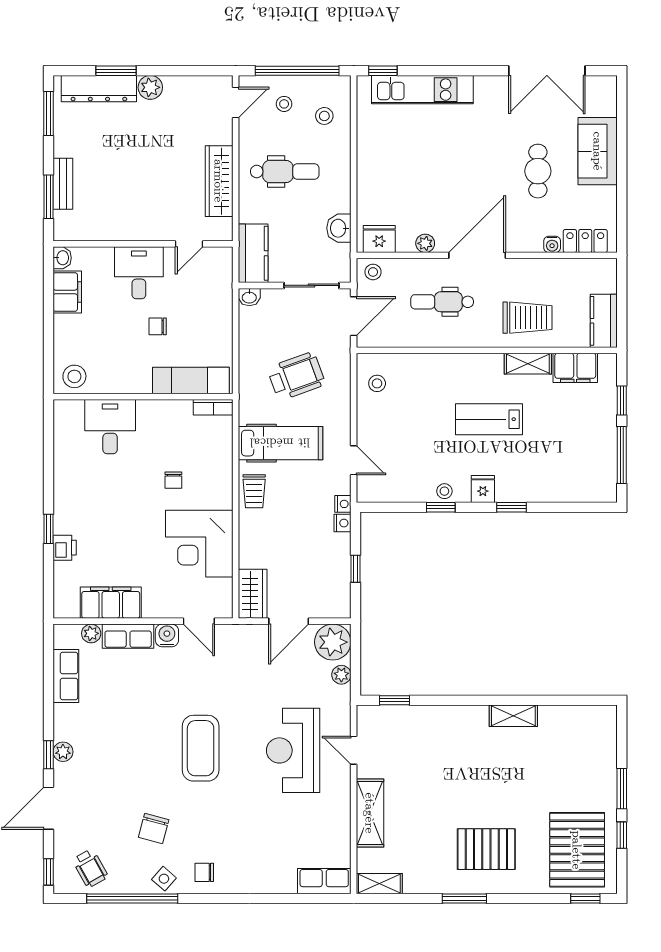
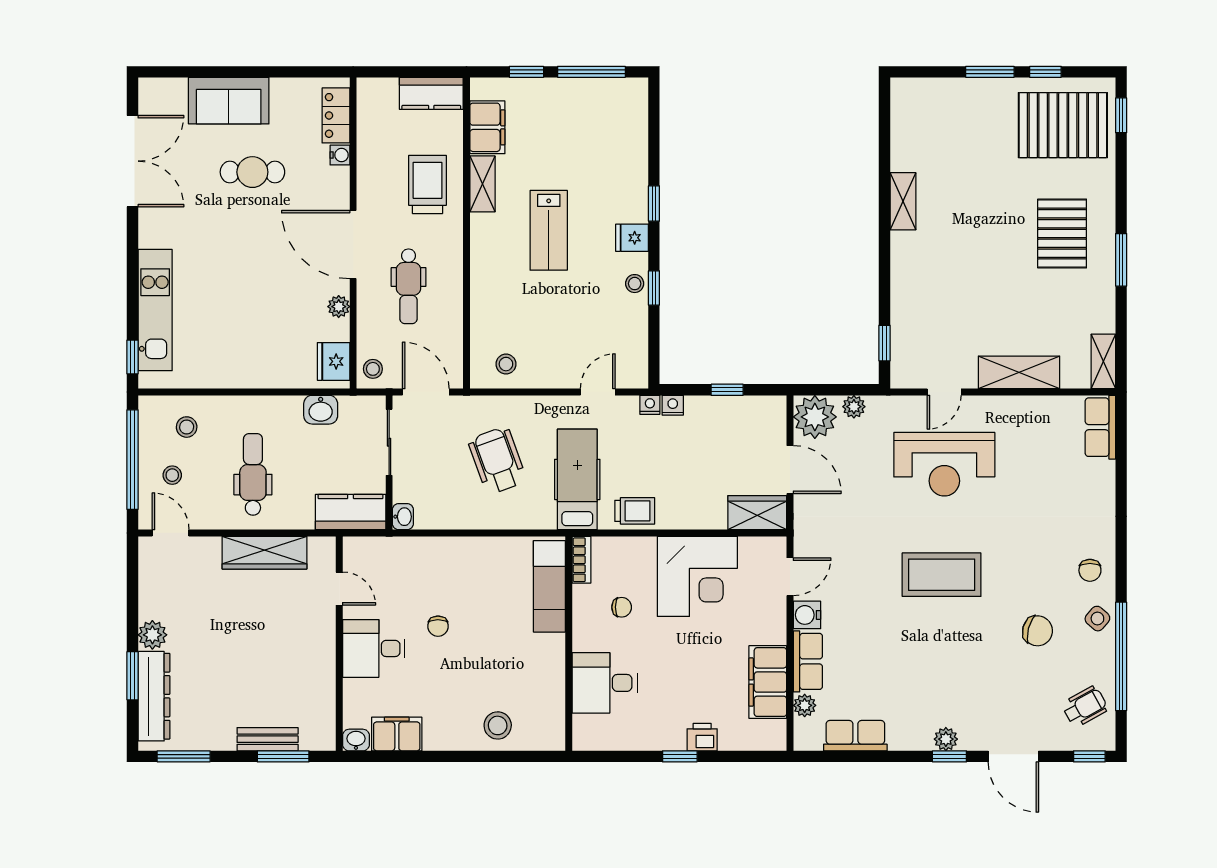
exam couch: (191, 380) -> (549, 586), moved
wall: (143, 397) -> (569, 644), moved
bookcase: (213, 407) -> (581, 560), moved
desk: (110, 427) -> (605, 683), moved

